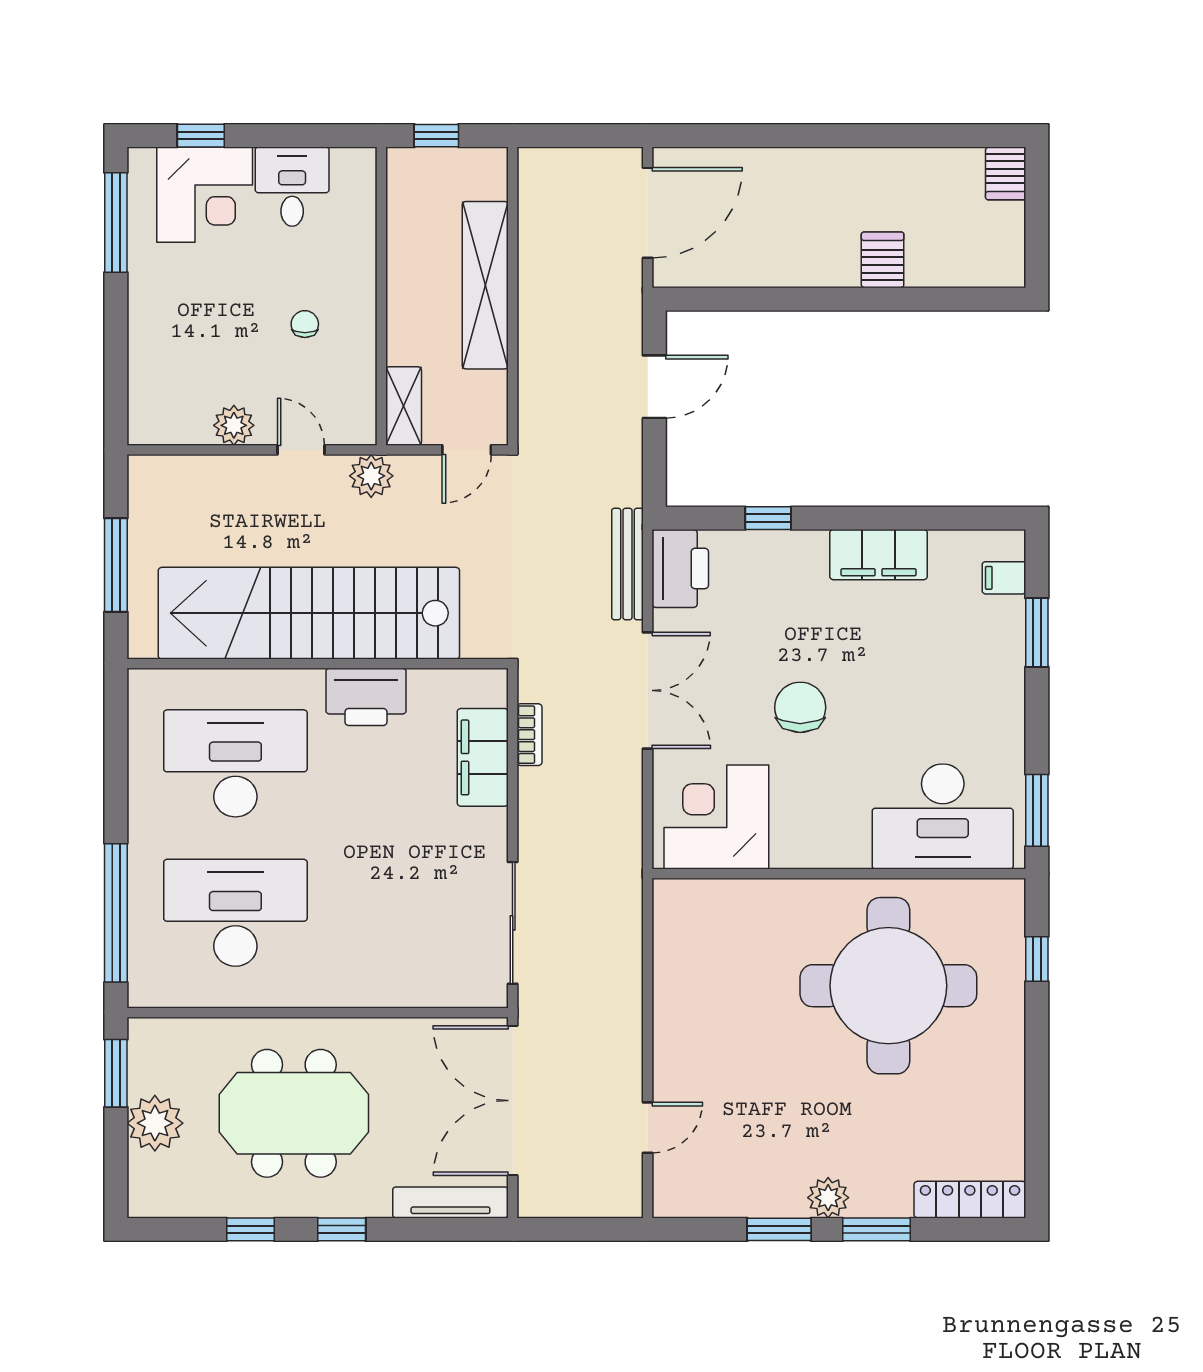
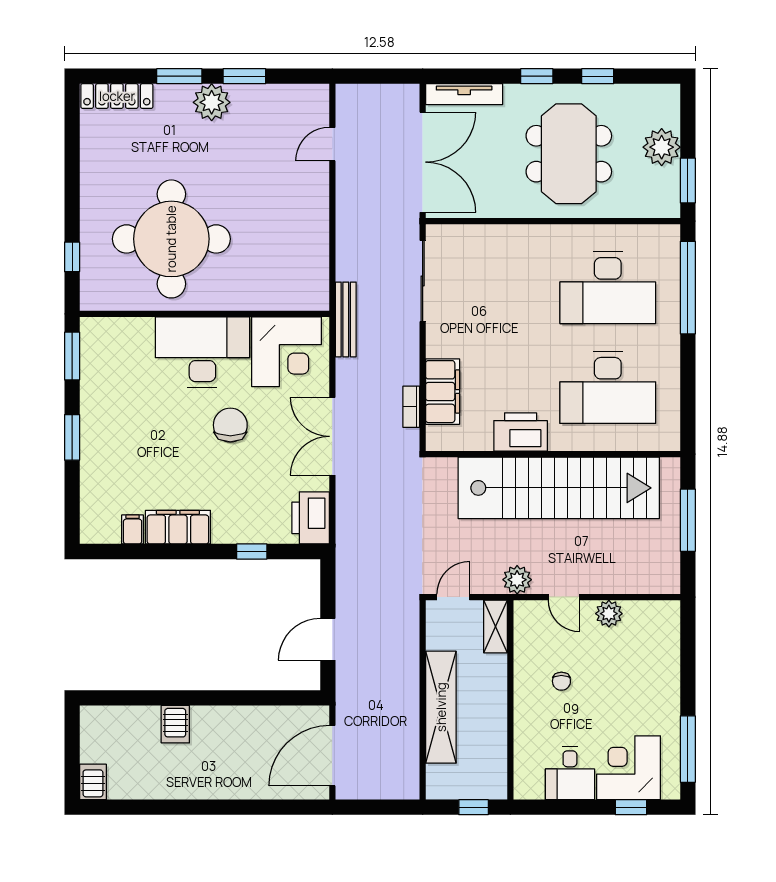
bench: (627, 564) -> (346, 319), moved
filing cabinet: (1004, 578) -> (133, 529), moved, turned -90
window: (1037, 632) -> (72, 437), moved
chair: (800, 707) -> (230, 425), turned 180
desk: (943, 816) -> (202, 352), moved
meeting table: (294, 1113) -> (569, 154), turned 90
plant: (828, 1198) -> (212, 102), width x1.36, depth x1.36

